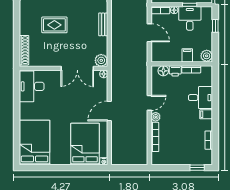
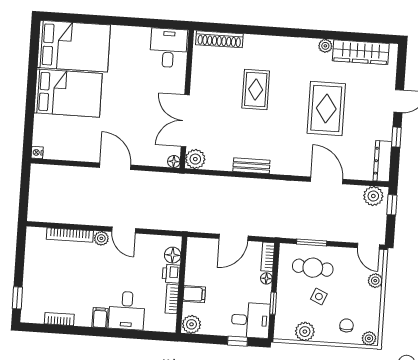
desk: (190, 18) -> (251, 320), moved
desk: (32, 86) -> (168, 48), width x0.73
bed: (85, 144) -> (68, 93), moved

